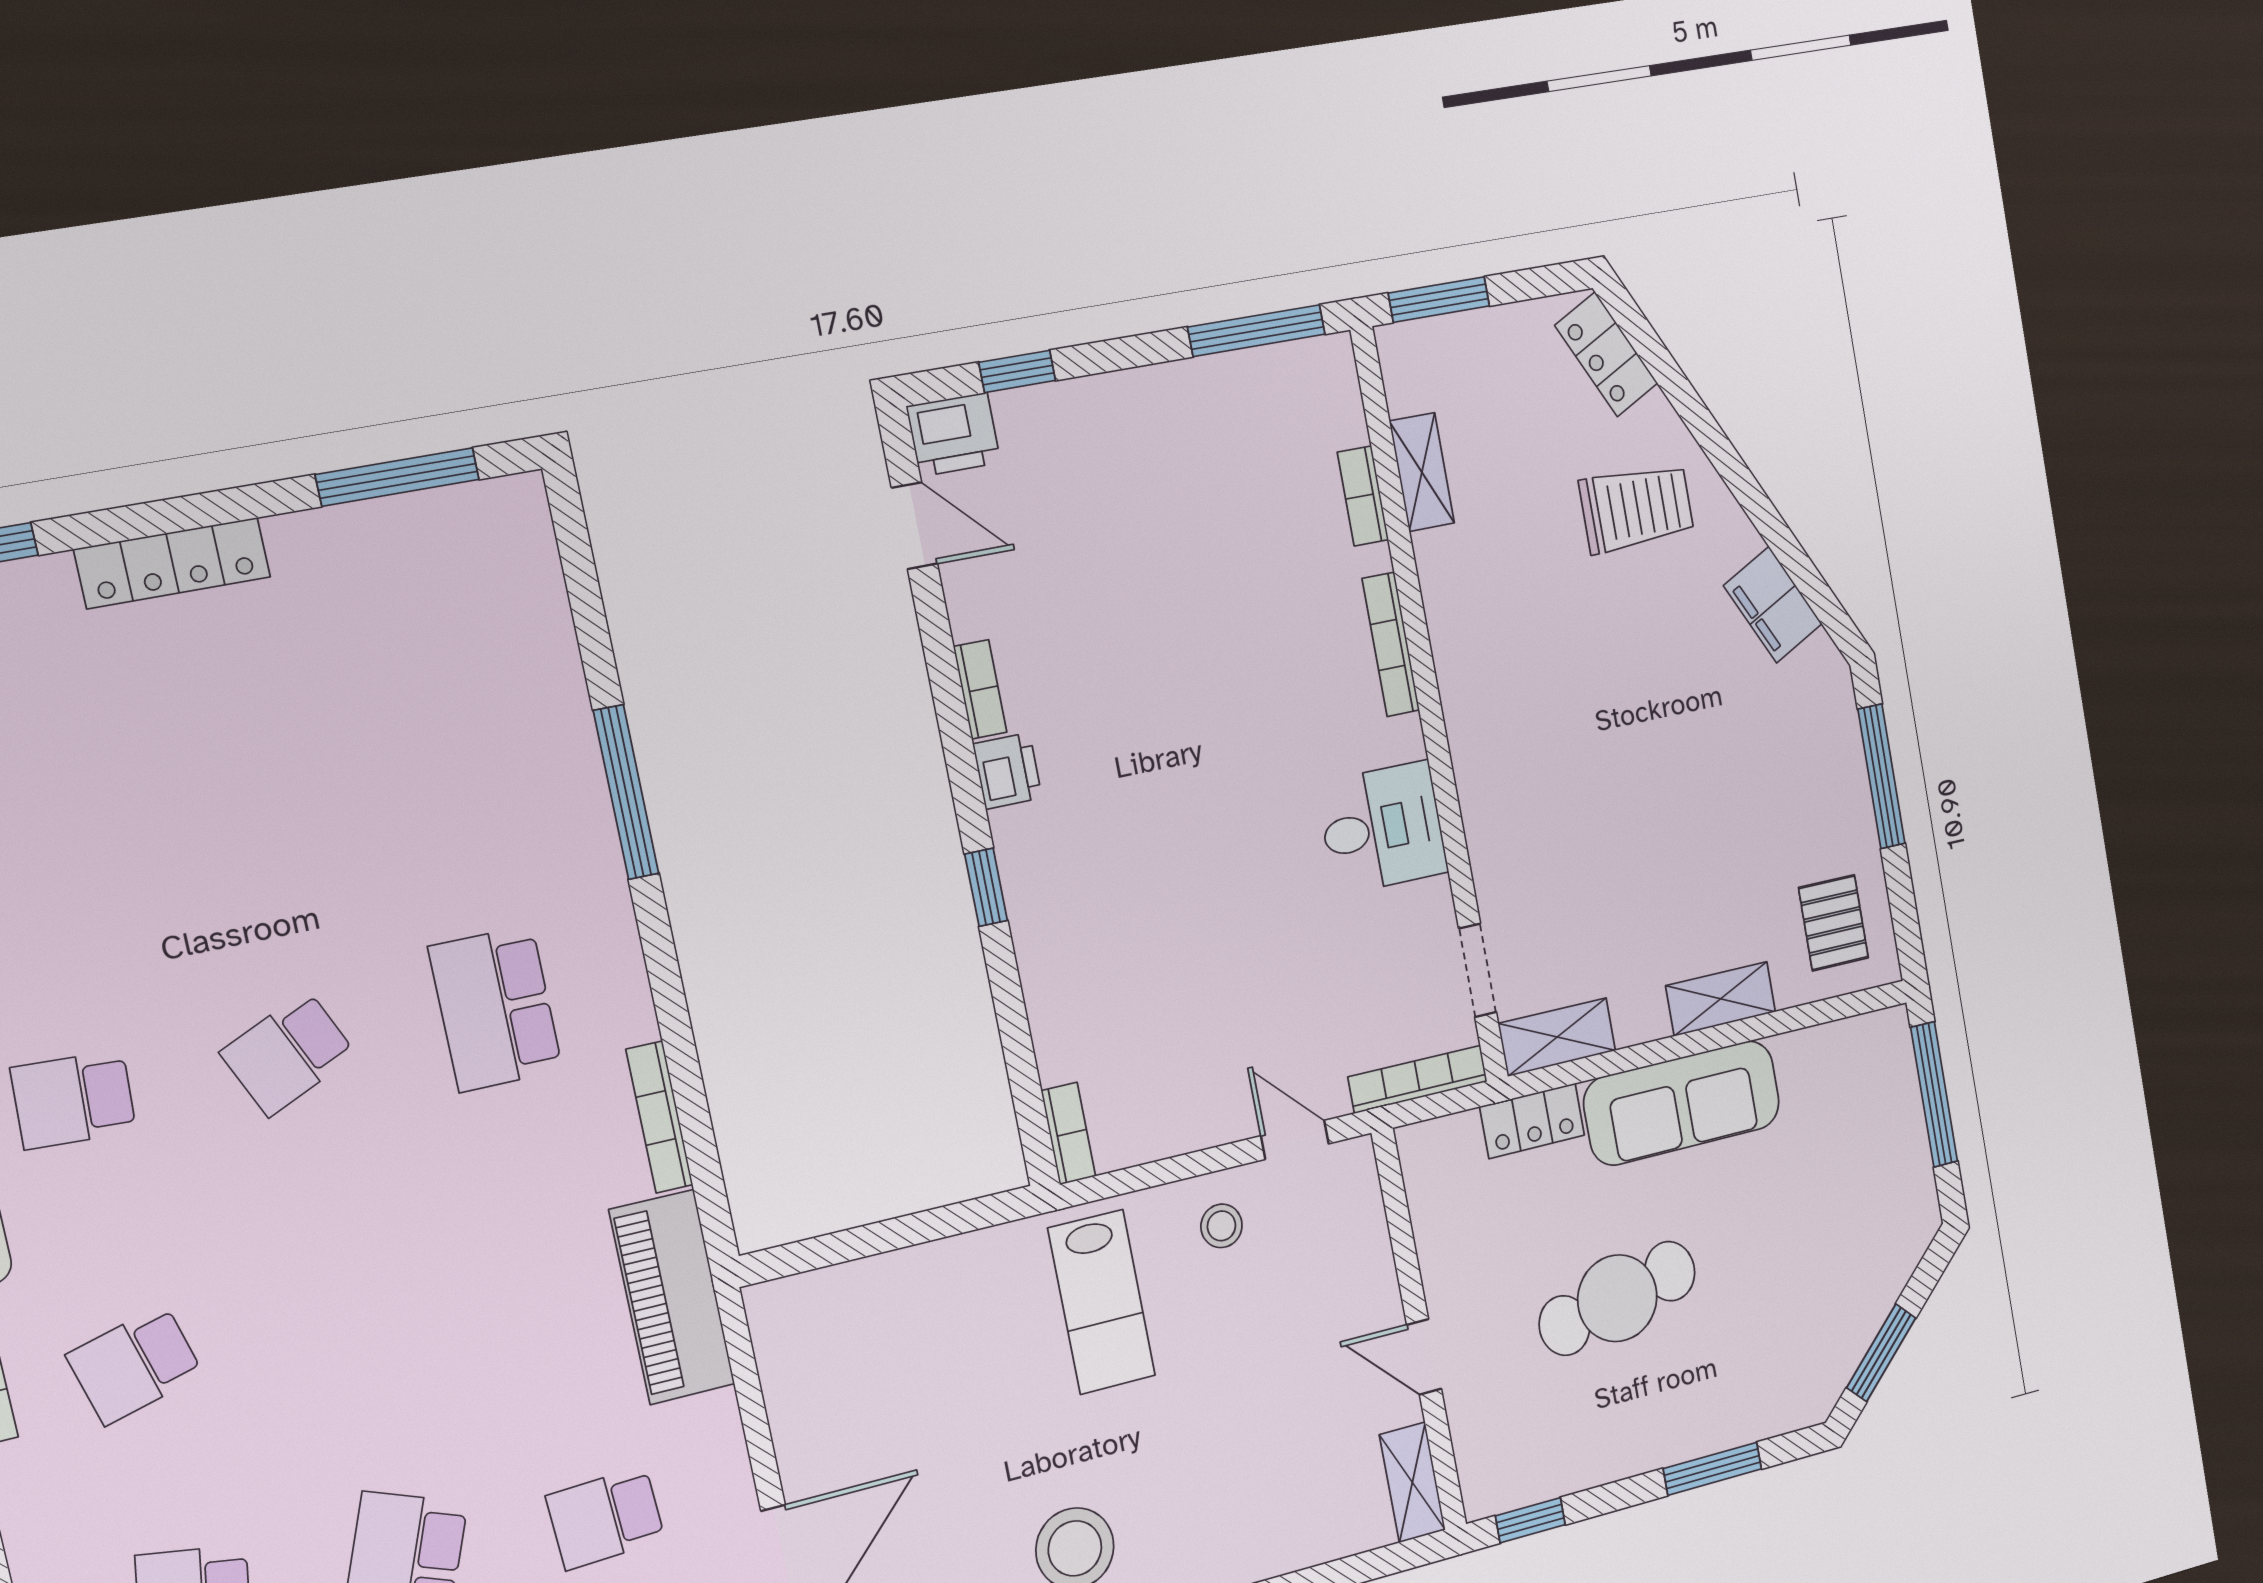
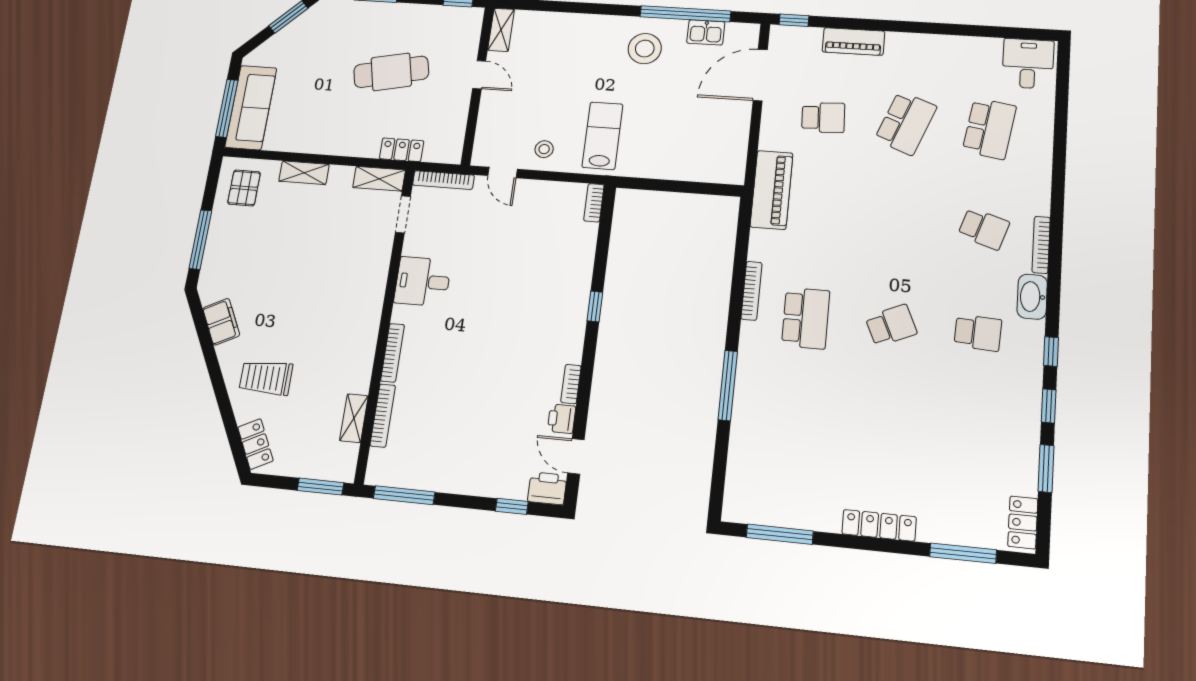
bookcase: (1363, 496) -> (383, 416), width x1.56
printer: (1007, 771) -> (562, 419), moved
sofa: (1682, 1103) -> (251, 107), moved, turned 90
bookcase: (659, 1117) -> (751, 291), moved
school desk: (135, 1365) -> (984, 229), turned 33

